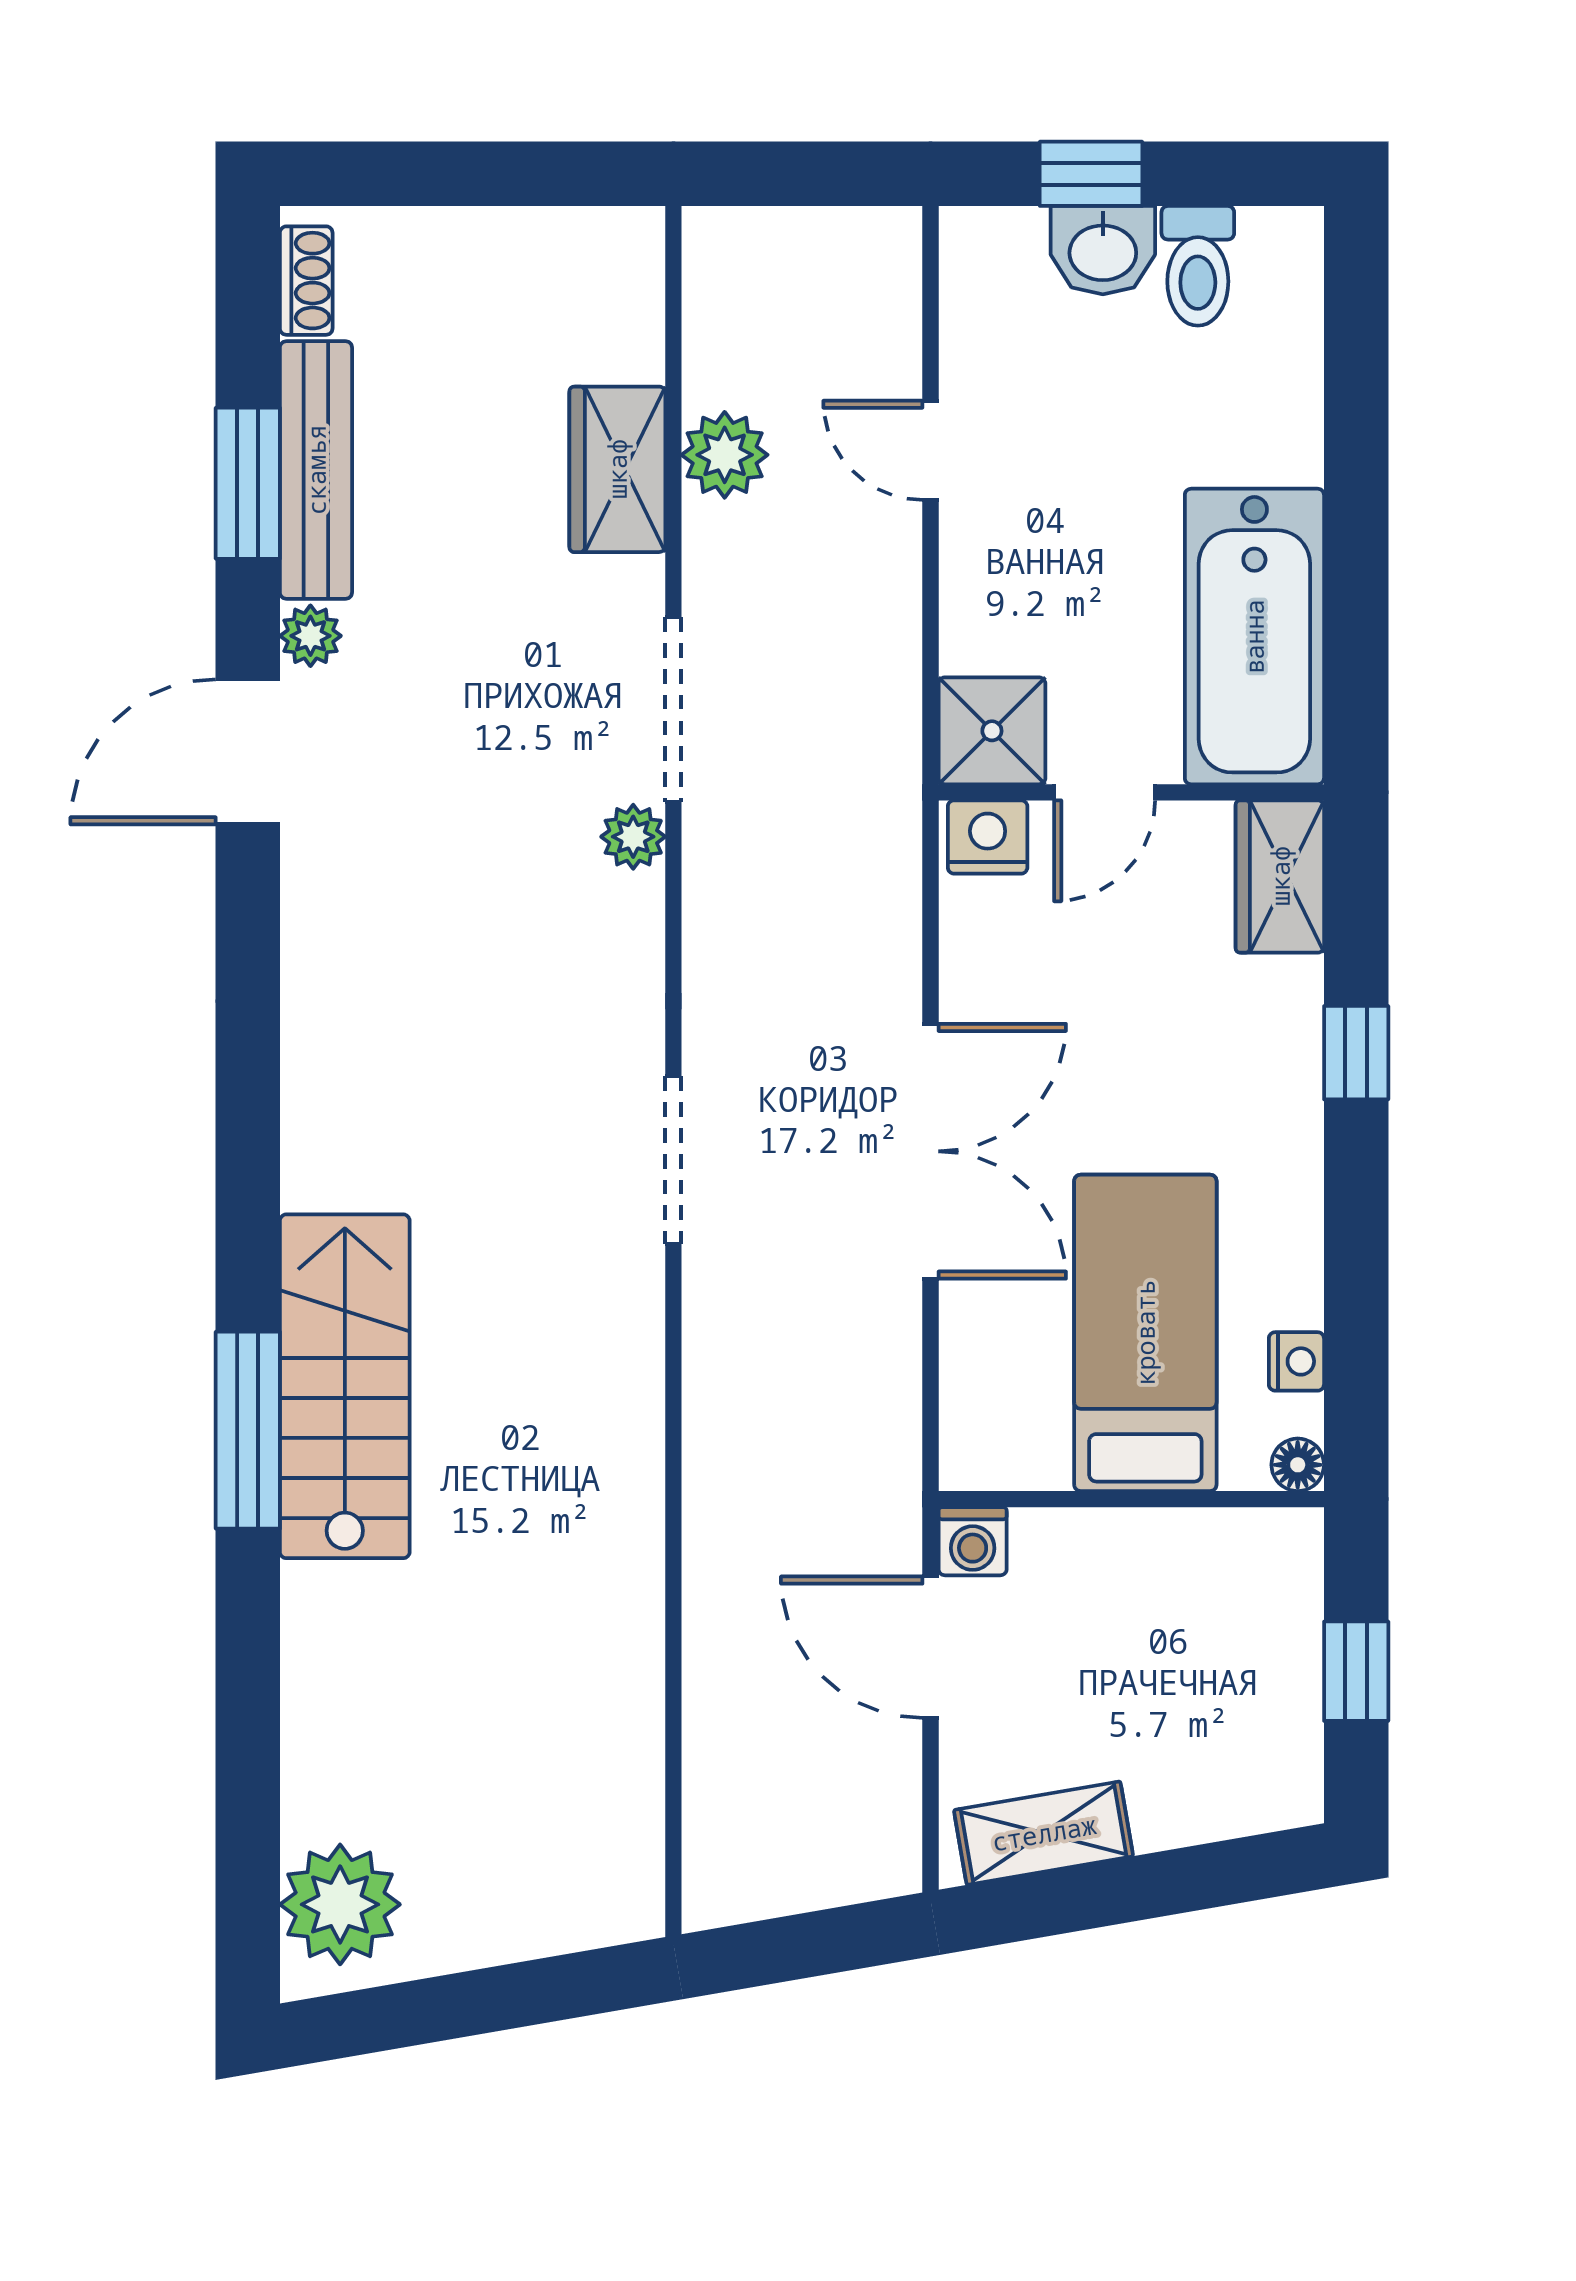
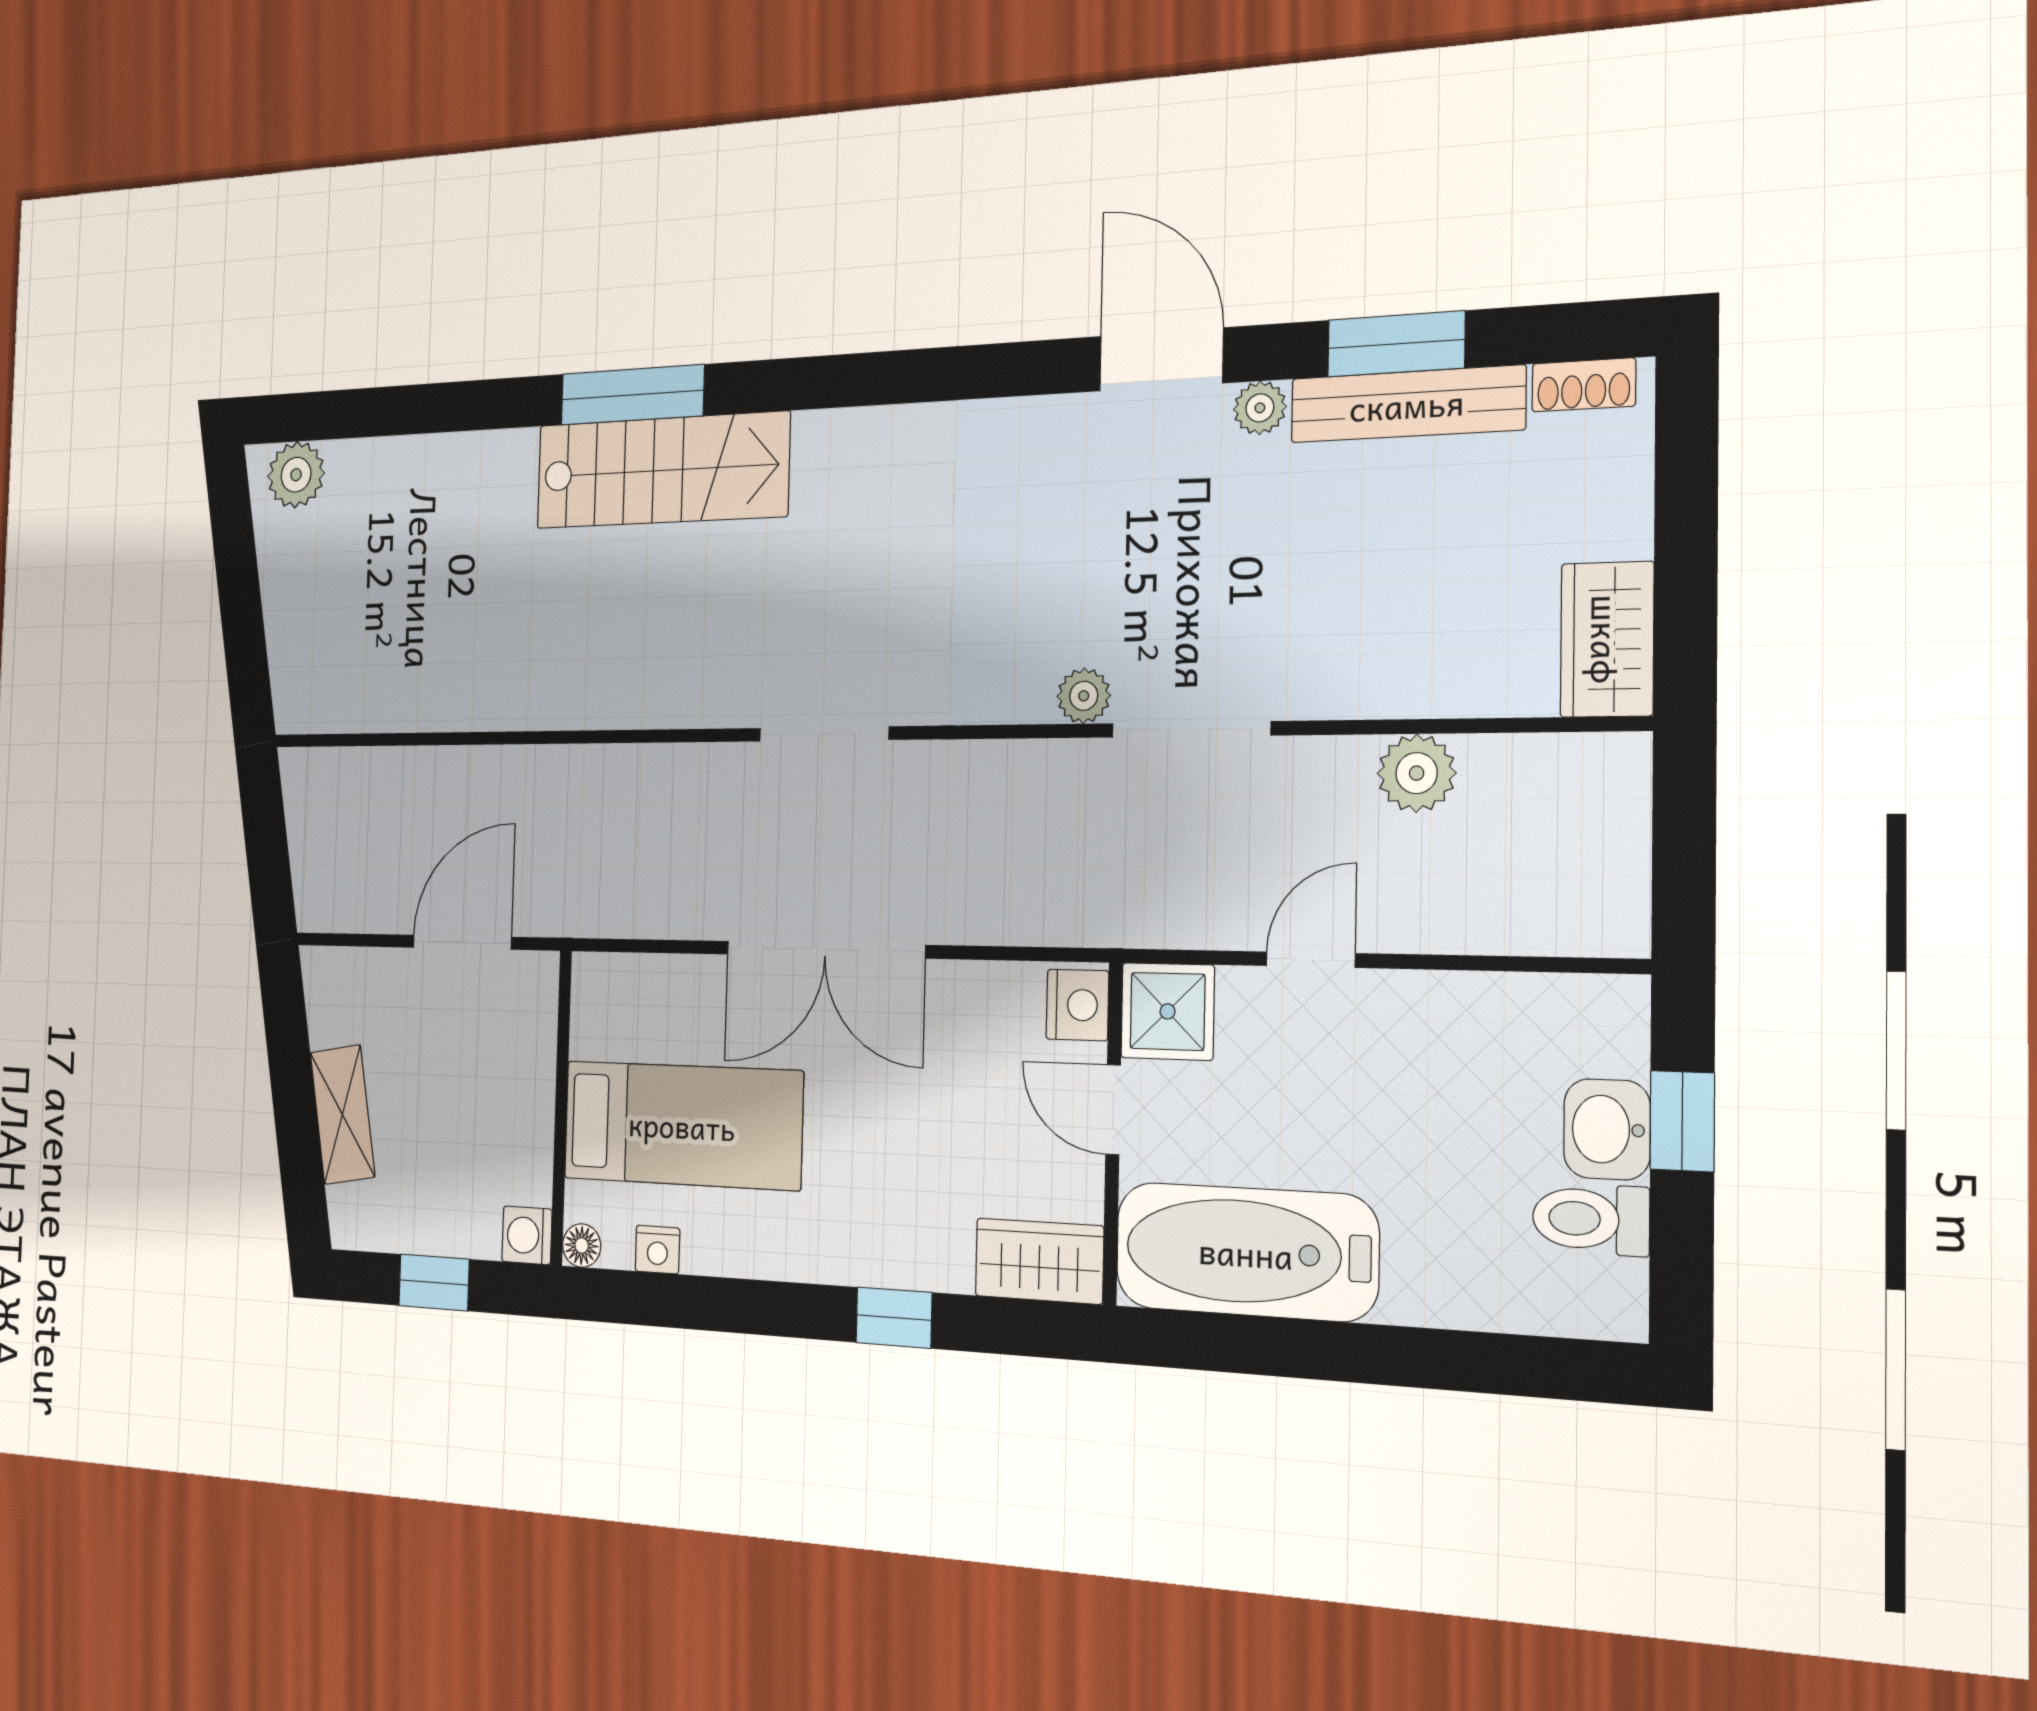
door: (930, 450) -> (1311, 960), moved
wardrobe: (617, 469) -> (1607, 639), moved, turned -90
washing machine: (973, 1541) -> (527, 1235), moved
shelving: (1044, 1833) -> (342, 1115), moved
plant: (340, 1904) -> (296, 475), width x0.73, depth x0.73

